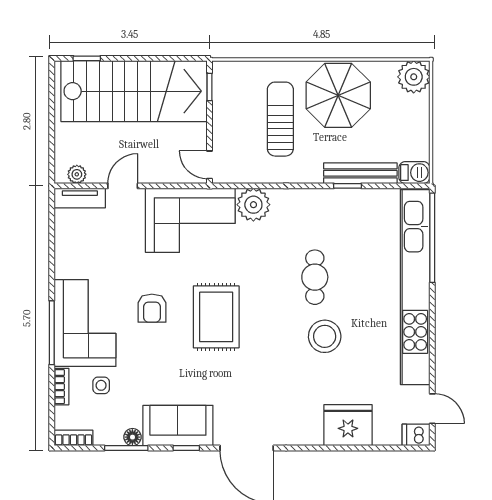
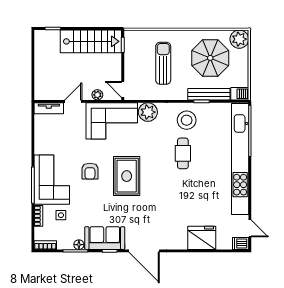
stairs: (134, 91) -> (91, 41), width x0.73, depth x0.66
parasol: (338, 95) -> (210, 58), moved
plant: (77, 174) -> (97, 95), moved
stool: (325, 336) -> (187, 120), moved

